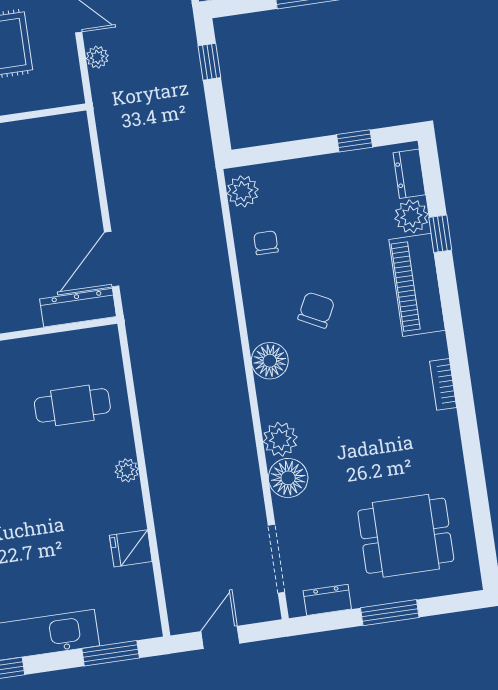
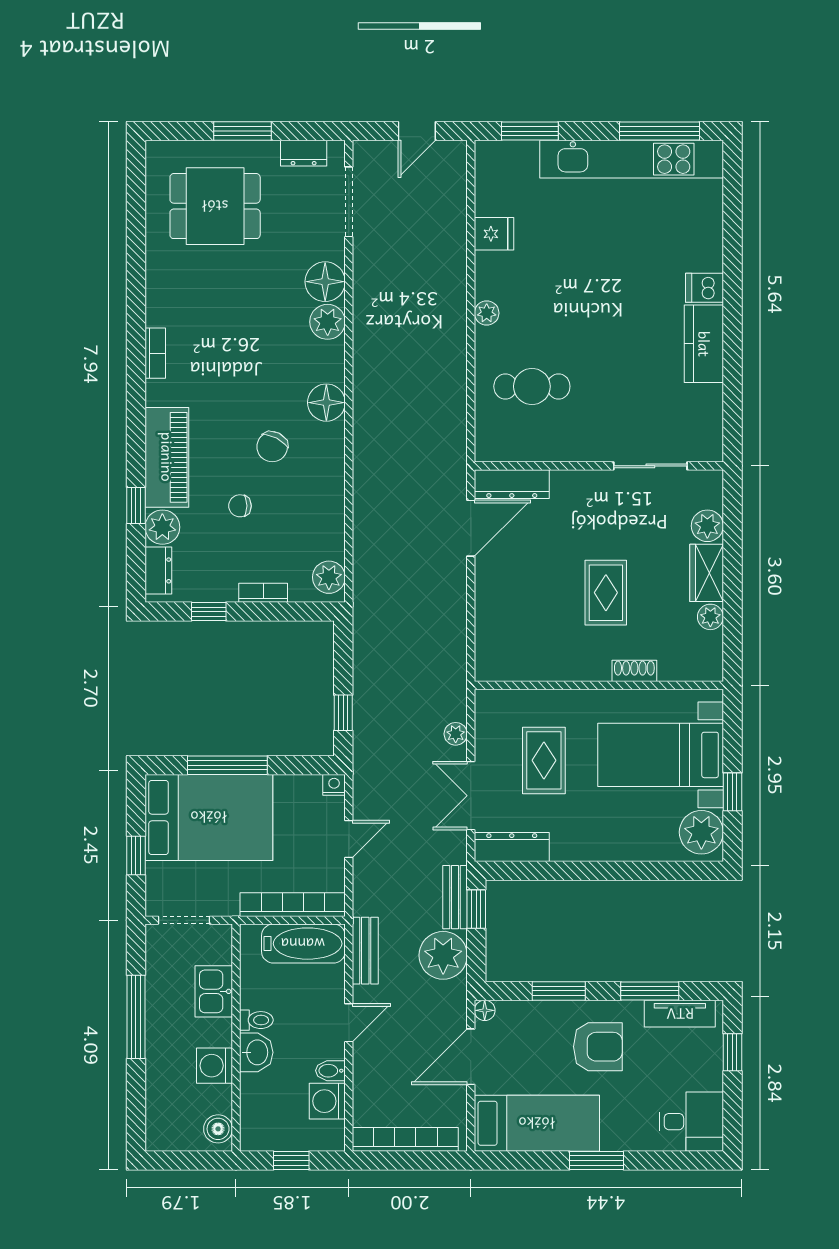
bookcase: (304, 167) -> (263, 593), added
chair: (266, 243) -> (240, 506), moved, turned 90

